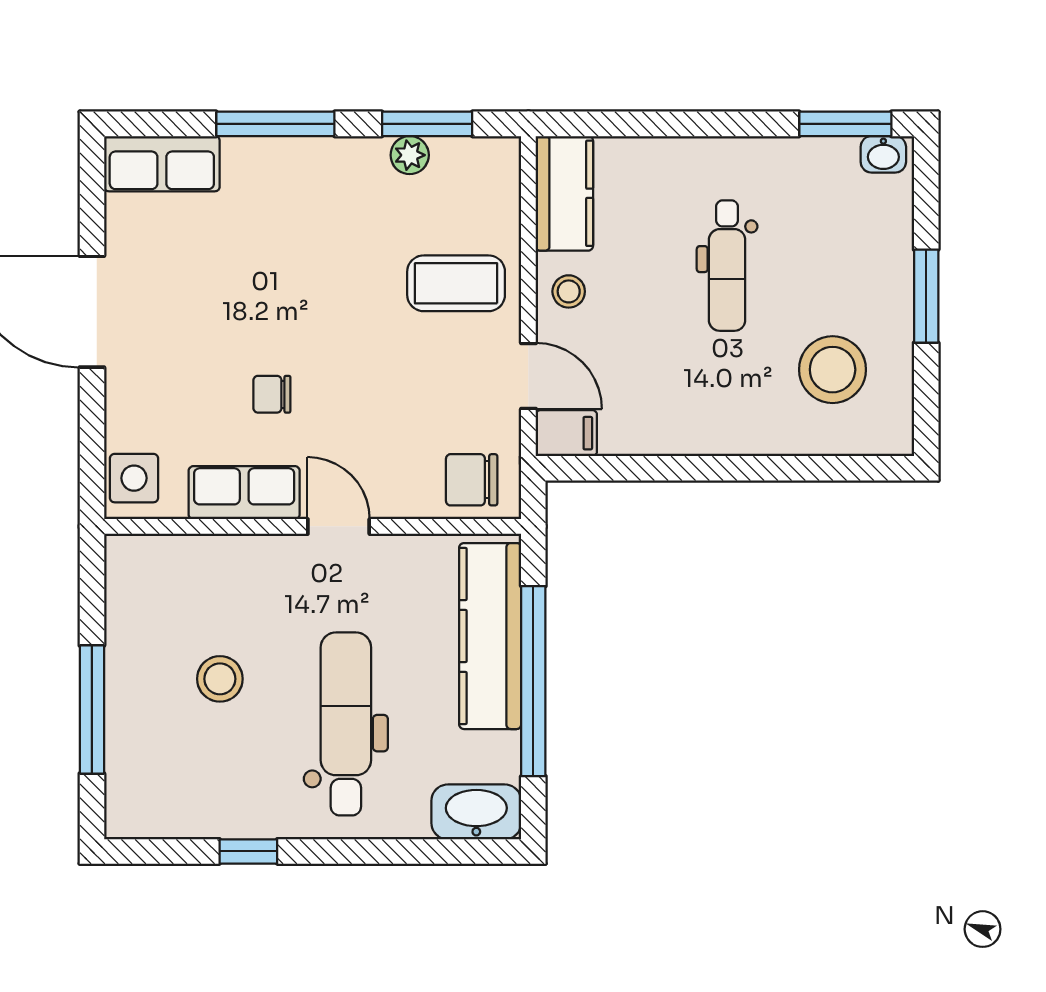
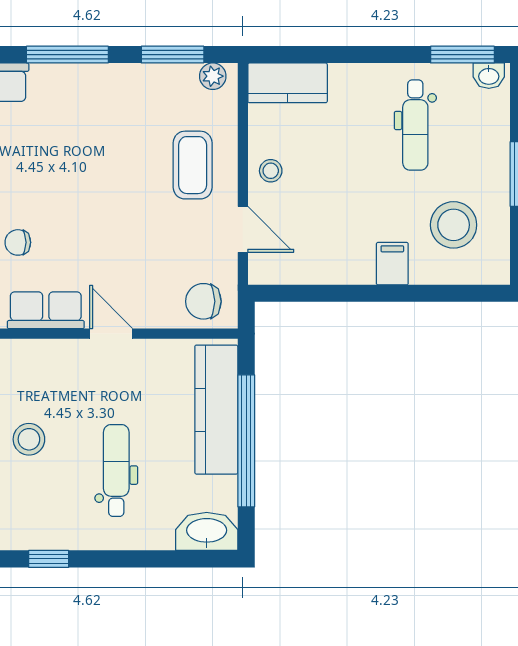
plant: (410, 155) -> (213, 76), moved
kitchen counter: (564, 193) -> (288, 83), moved, turned 90
dental chair: (727, 266) -> (415, 125), moved
coffee table: (456, 283) -> (193, 165), turned 90
chair: (272, 394) -> (18, 242), moved
filing cabinet: (566, 433) -> (392, 264), moved, turned -90
dental chair: (346, 724) -> (116, 471), width x0.73, depth x0.72

